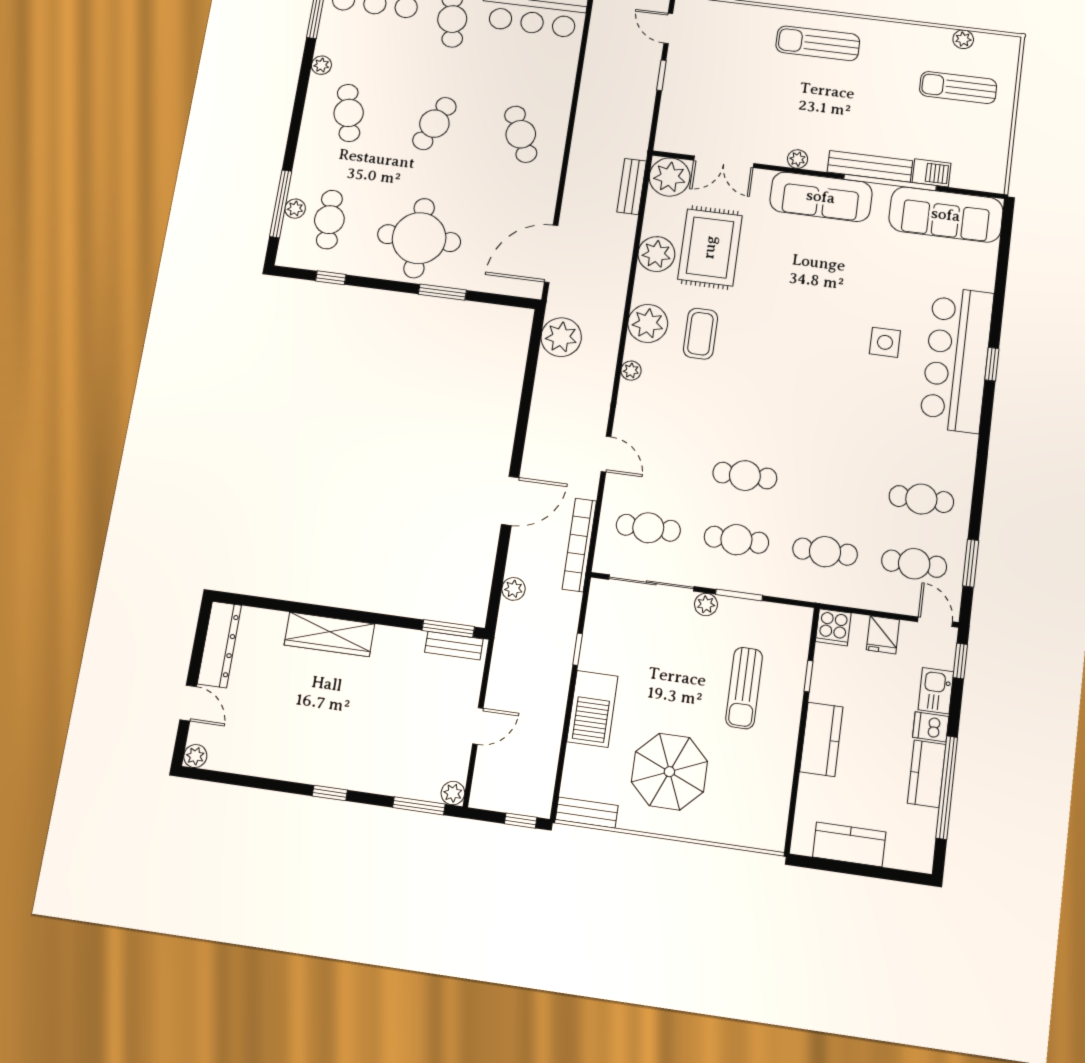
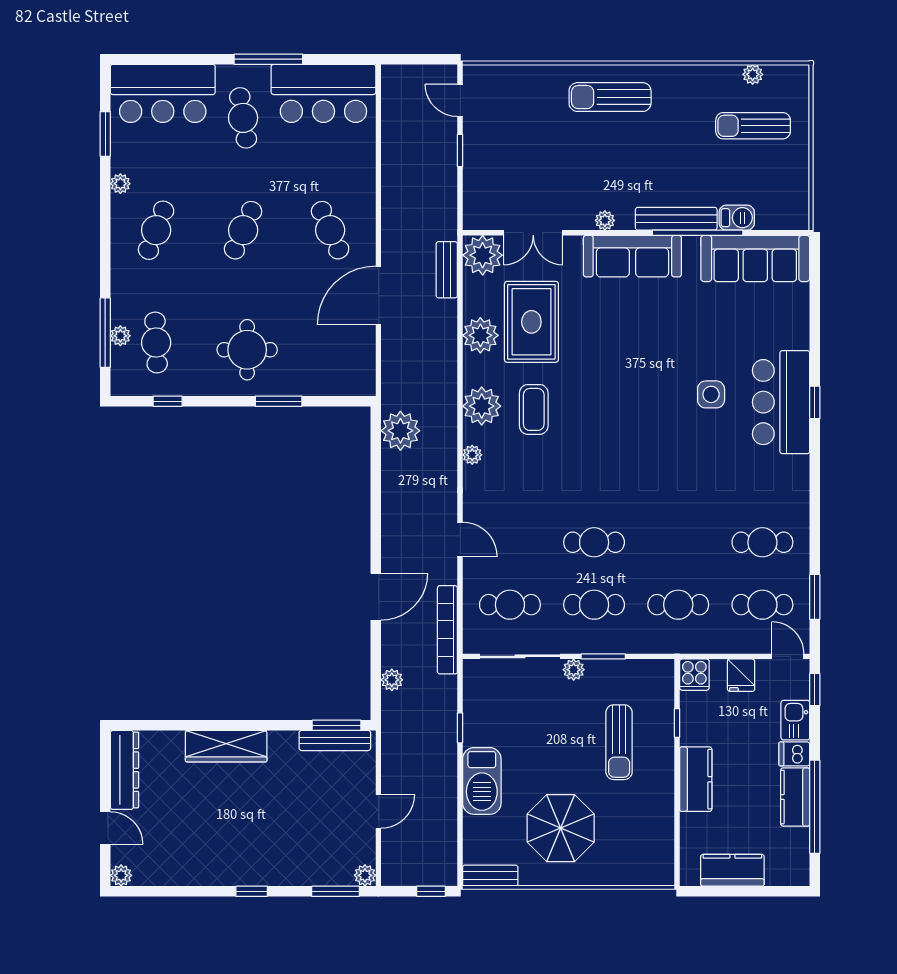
cafe table: (349, 113) -> (156, 230), turned 33
round table: (419, 238) -> (247, 350), width x0.73, depth x0.73
door: (551, 254) -> (378, 295), moved
bar counter: (957, 359) -> (781, 402), width x0.73
bench: (454, 646) -> (335, 740), width x1.36

